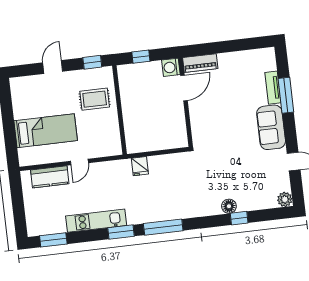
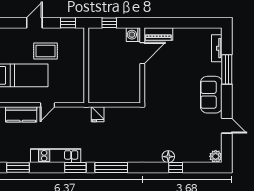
tv unit: (273, 88) -> (217, 48), moved
rug: (95, 99) -> (46, 51), moved

